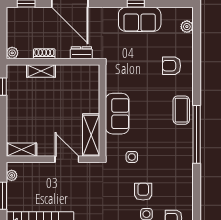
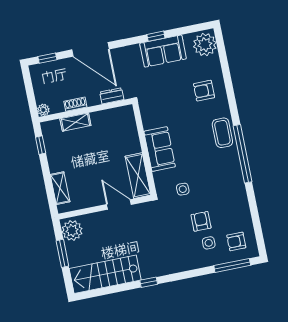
plant: (187, 27) -> (205, 45), width x1.88, depth x1.88
shelving: (21, 150) -> (60, 188), moved, turned 90
plant: (12, 175) -> (72, 230), width x1.88, depth x1.88

